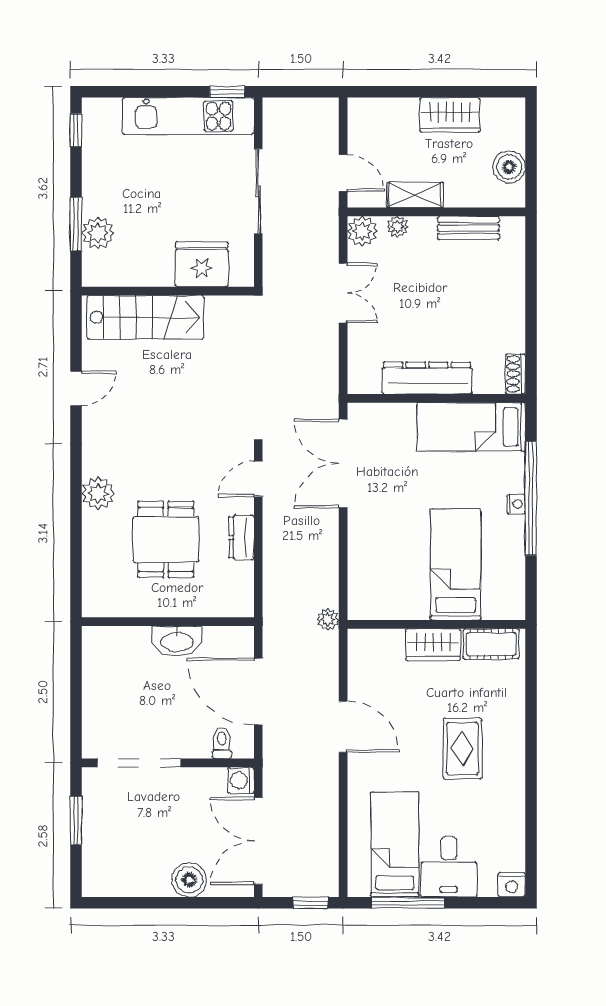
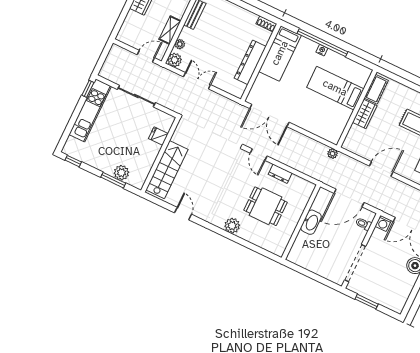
fridge: (202, 264) -> (158, 136), width x0.53, depth x0.75

